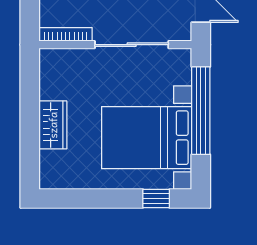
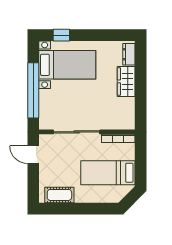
bed with nightstands: (147, 138) -> (67, 65), width x0.73
dresser: (49, 168) -> (129, 54), added

